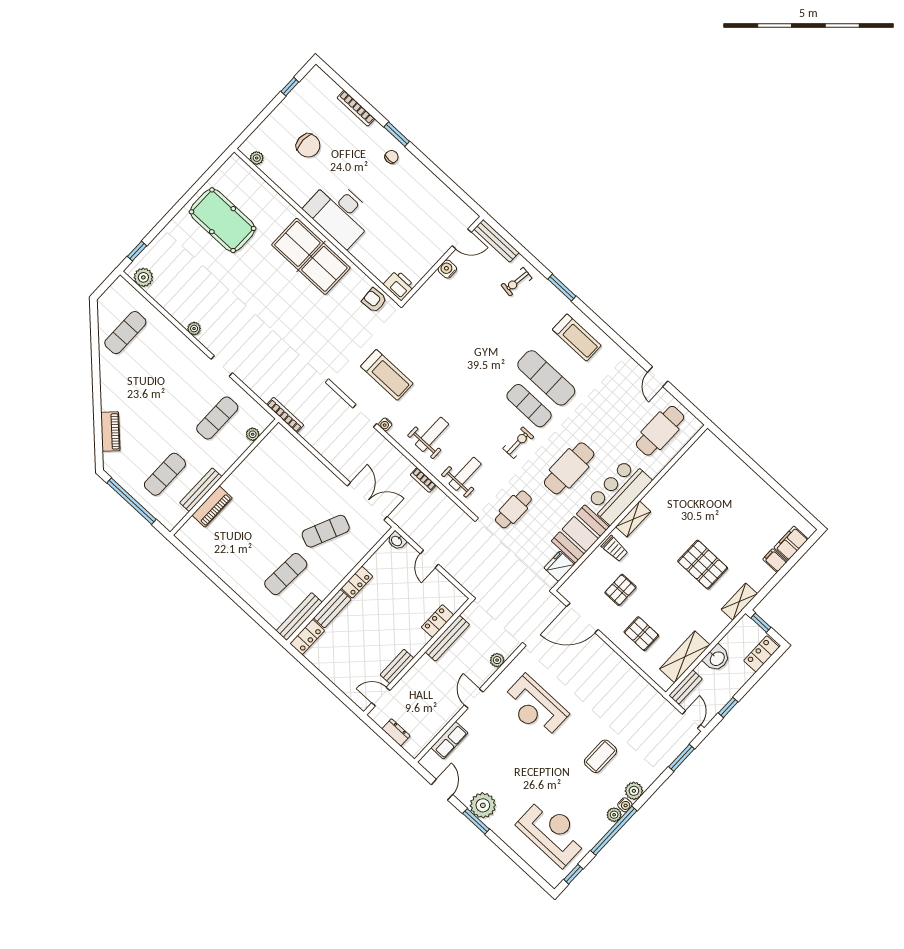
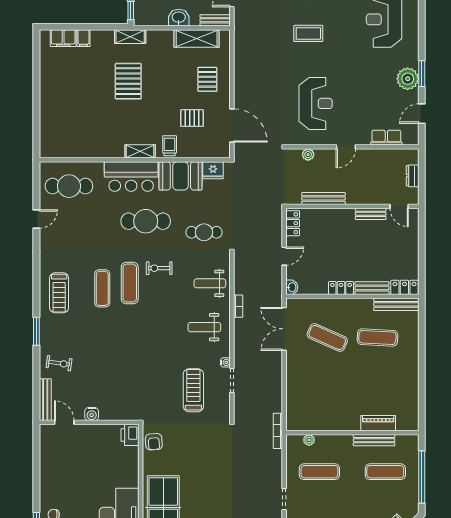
treadmill: (577, 338) -> (59, 293), turned 180
exercise mat: (546, 378) -> (102, 288), width x0.73, depth x0.69
locker: (437, 621) -> (293, 223), moved, turned -90

